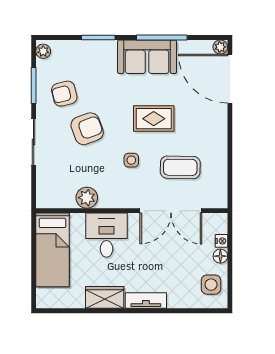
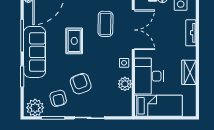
plant: (43, 51) -> (35, 108), width x1.88, depth x1.88
sofa: (147, 57) -> (35, 52), width x1.36
side table: (131, 160) -> (124, 63), moved
desk: (107, 235) -> (149, 76), width x1.37
tv unit: (146, 301) -> (191, 33), moved

